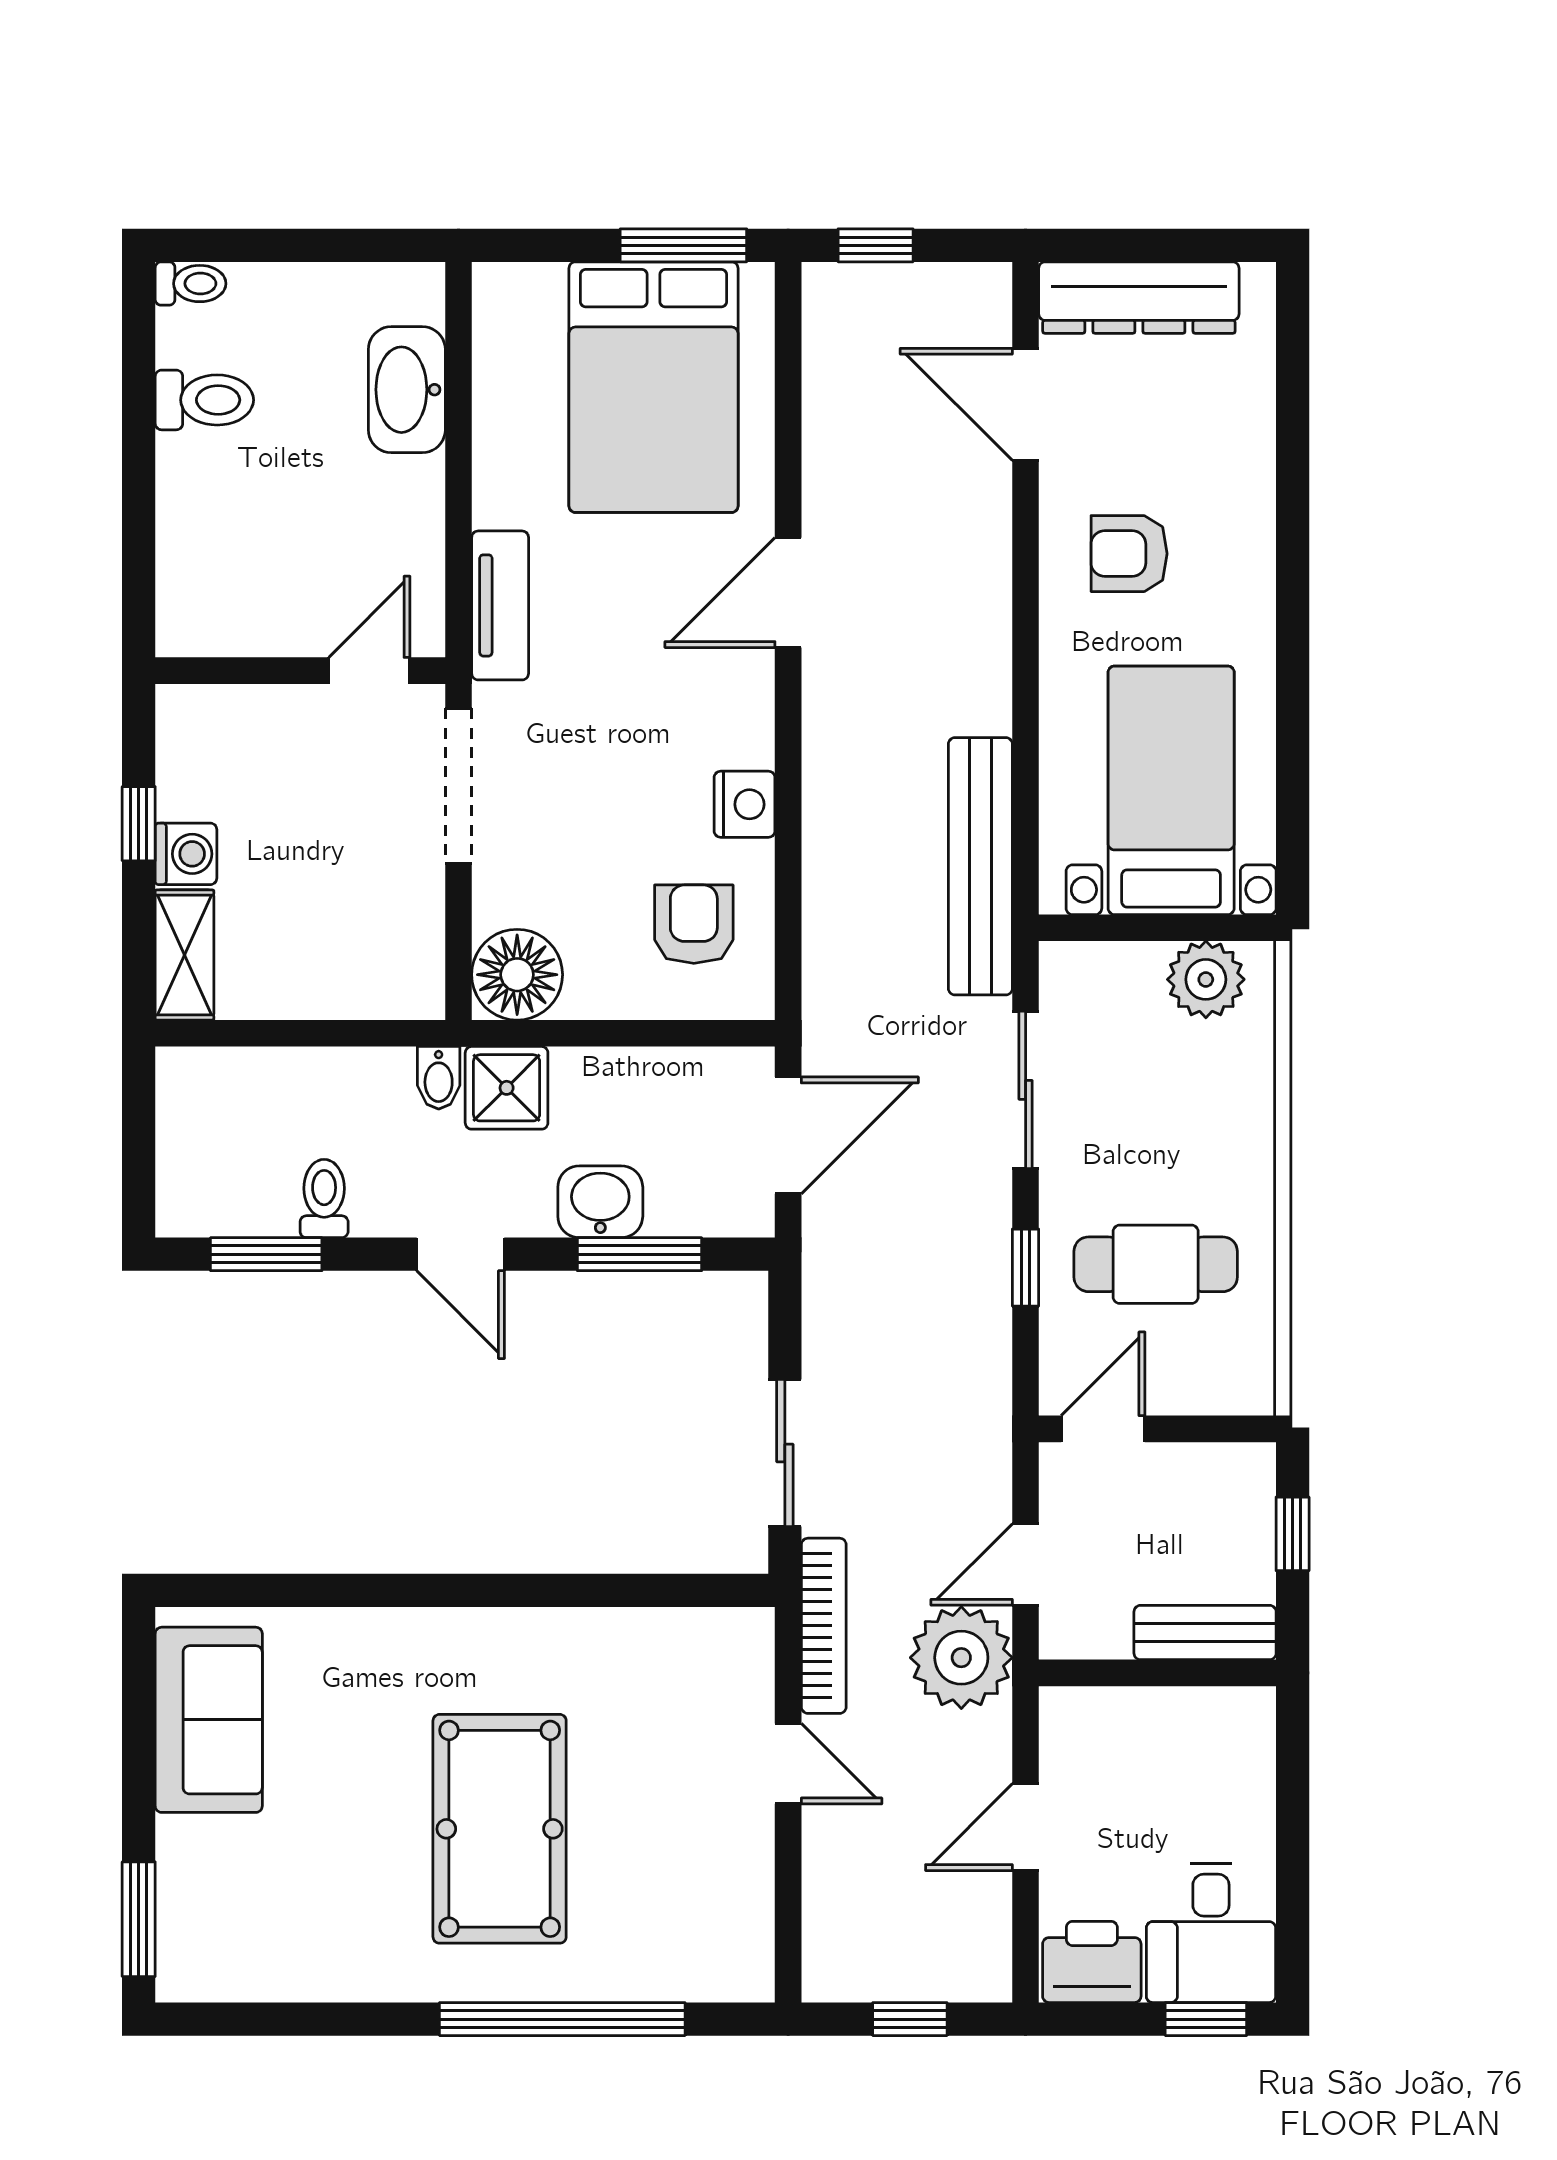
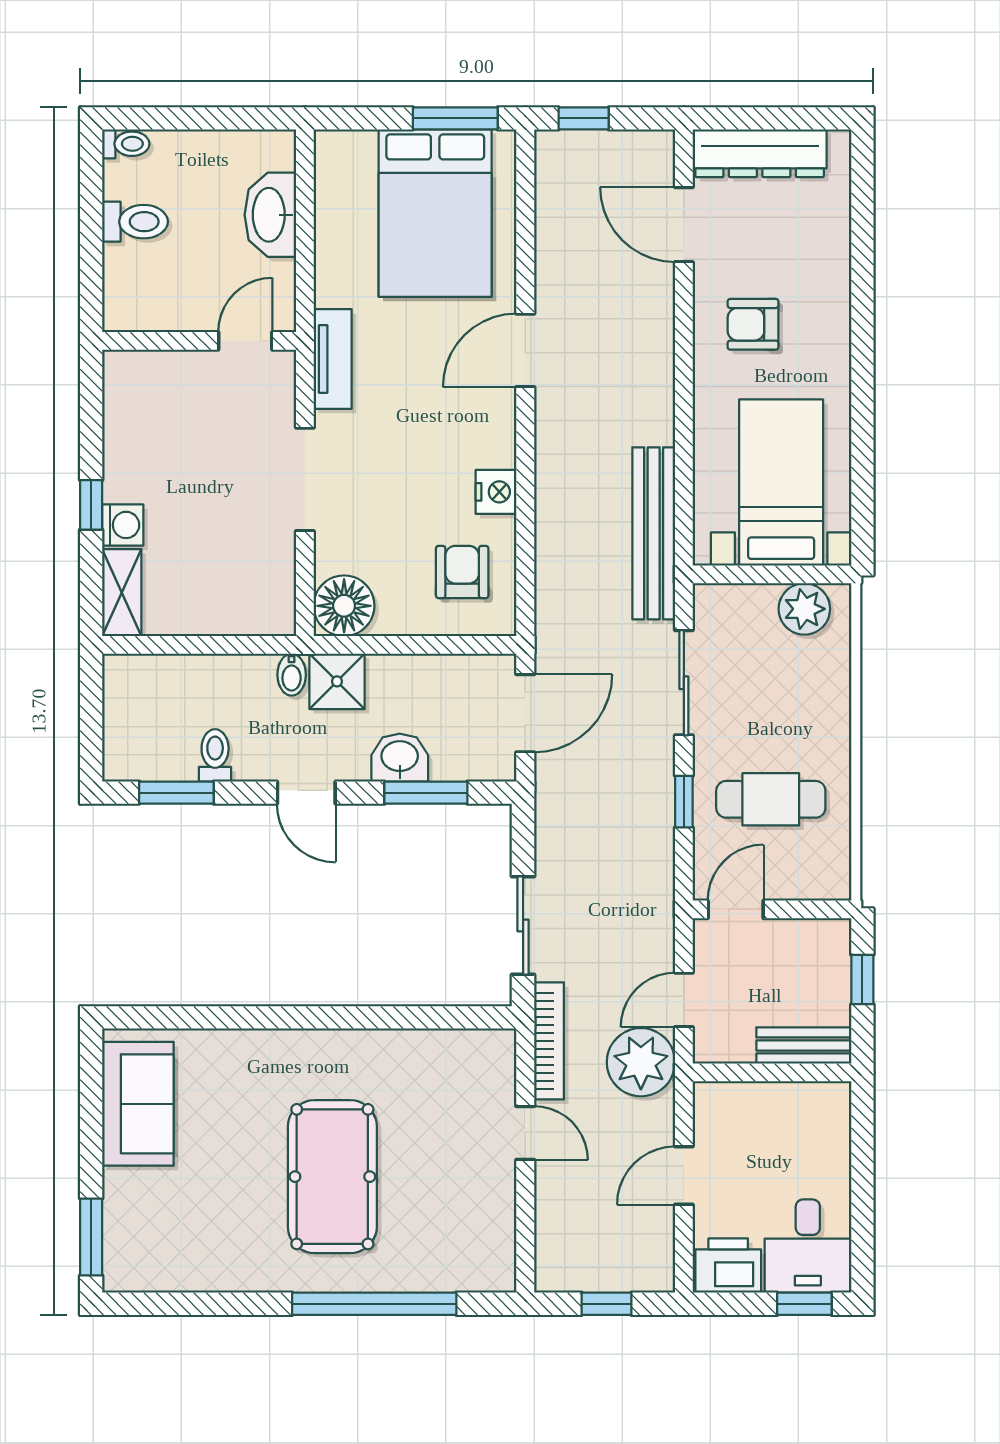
wall: (300, 671) -> (199, 341), moved
door: (369, 671) -> (245, 341), moved

